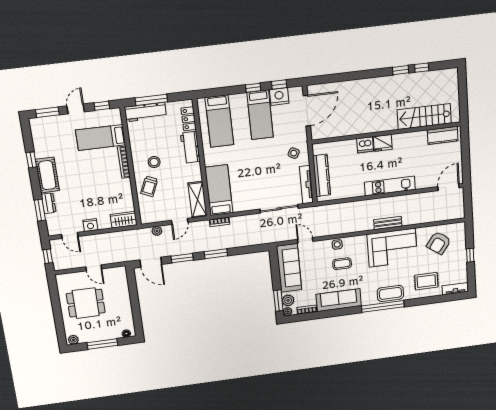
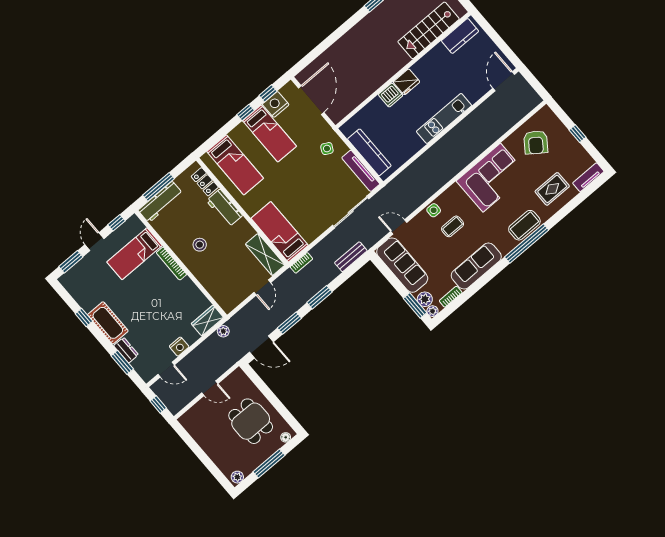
trolley: (149, 186) -> (210, 271), removed
bench: (388, 223) -> (351, 257), moved
plant: (157, 231) -> (223, 331), moved
dining table: (86, 303) -> (251, 421), moved, turned 90

